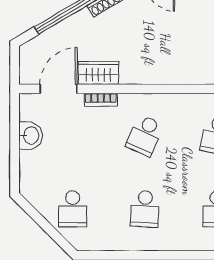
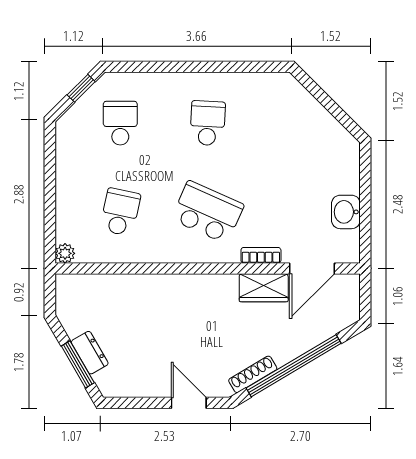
school desk: (145, 135) -> (208, 212), width x1.85
school desk: (73, 209) -> (295, 123), removed

